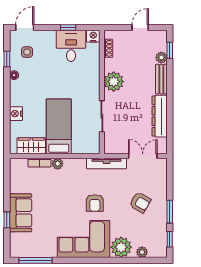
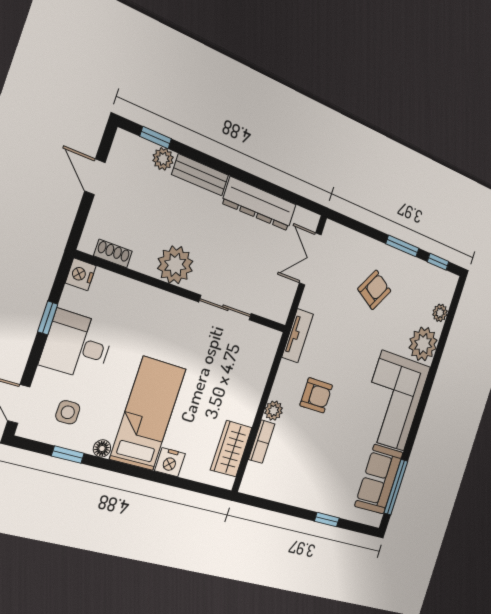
desk: (71, 46) -> (77, 345), moved
bed: (59, 126) -> (148, 414), moved, turned 90
tv unit: (106, 163) -> (298, 336), width x0.71
armchair: (95, 203) -> (316, 395), moved
sofa: (21, 213) -> (379, 479), moved, turned -90

